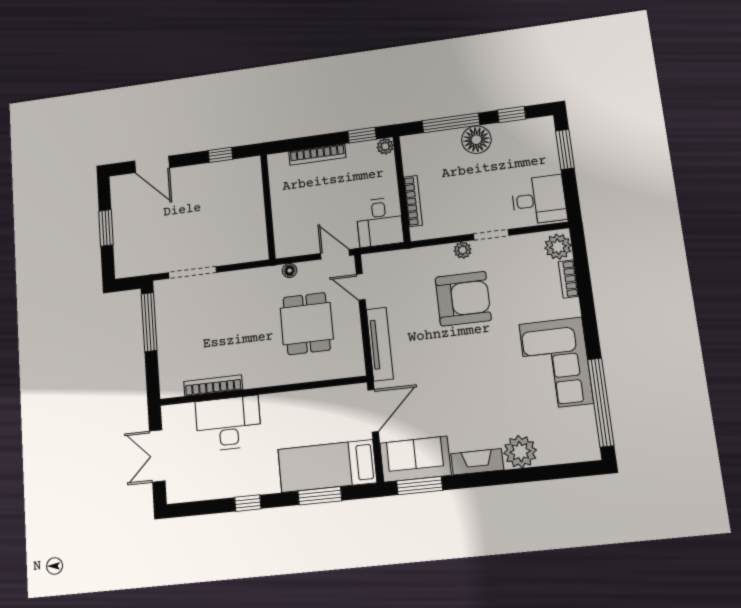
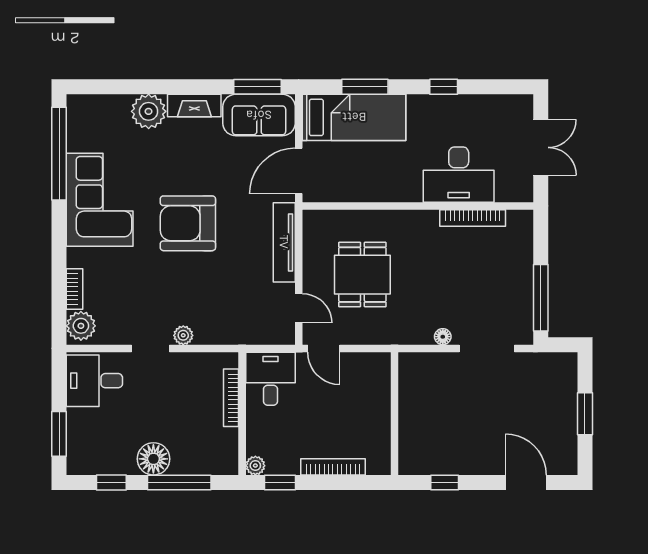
floor lamp: (290, 271) -> (443, 337), moved
armchair: (463, 299) -> (188, 223), moved

